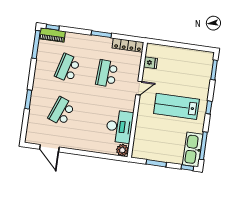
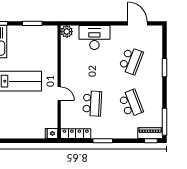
fridge: (150, 63) -> (51, 133), moved
school desk: (68, 68) -> (131, 103), turned -36
door: (139, 88) -> (59, 94), swing flipped
desk: (119, 127) -> (94, 38), moved, turned 90

